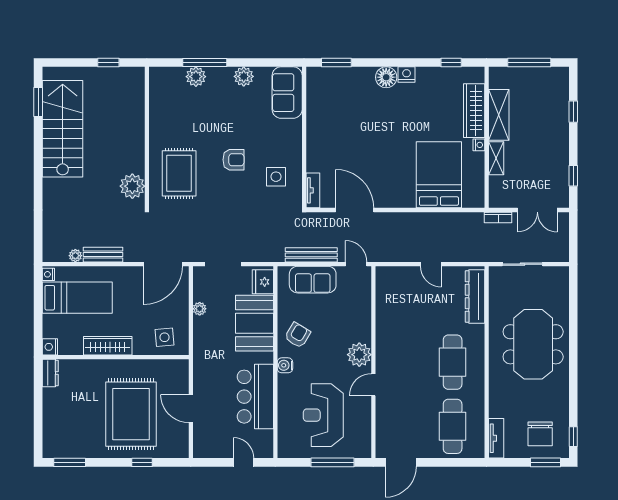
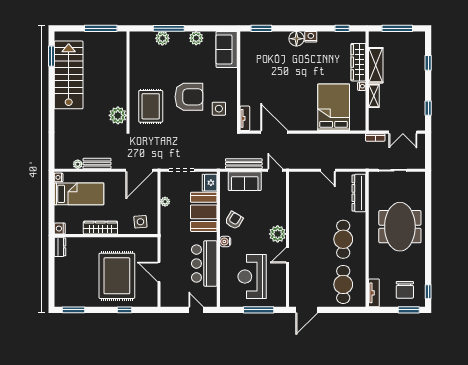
window: (108, 62) -> (101, 28), width x2.17
armchair: (233, 160) -> (189, 97), width x1.88, depth x1.88

